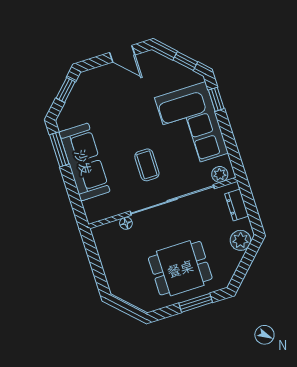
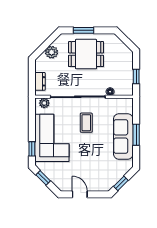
window: (59, 149) -> (136, 135), moved
plant: (240, 240) -> (52, 52), moved
window: (94, 258) -> (136, 77), added

